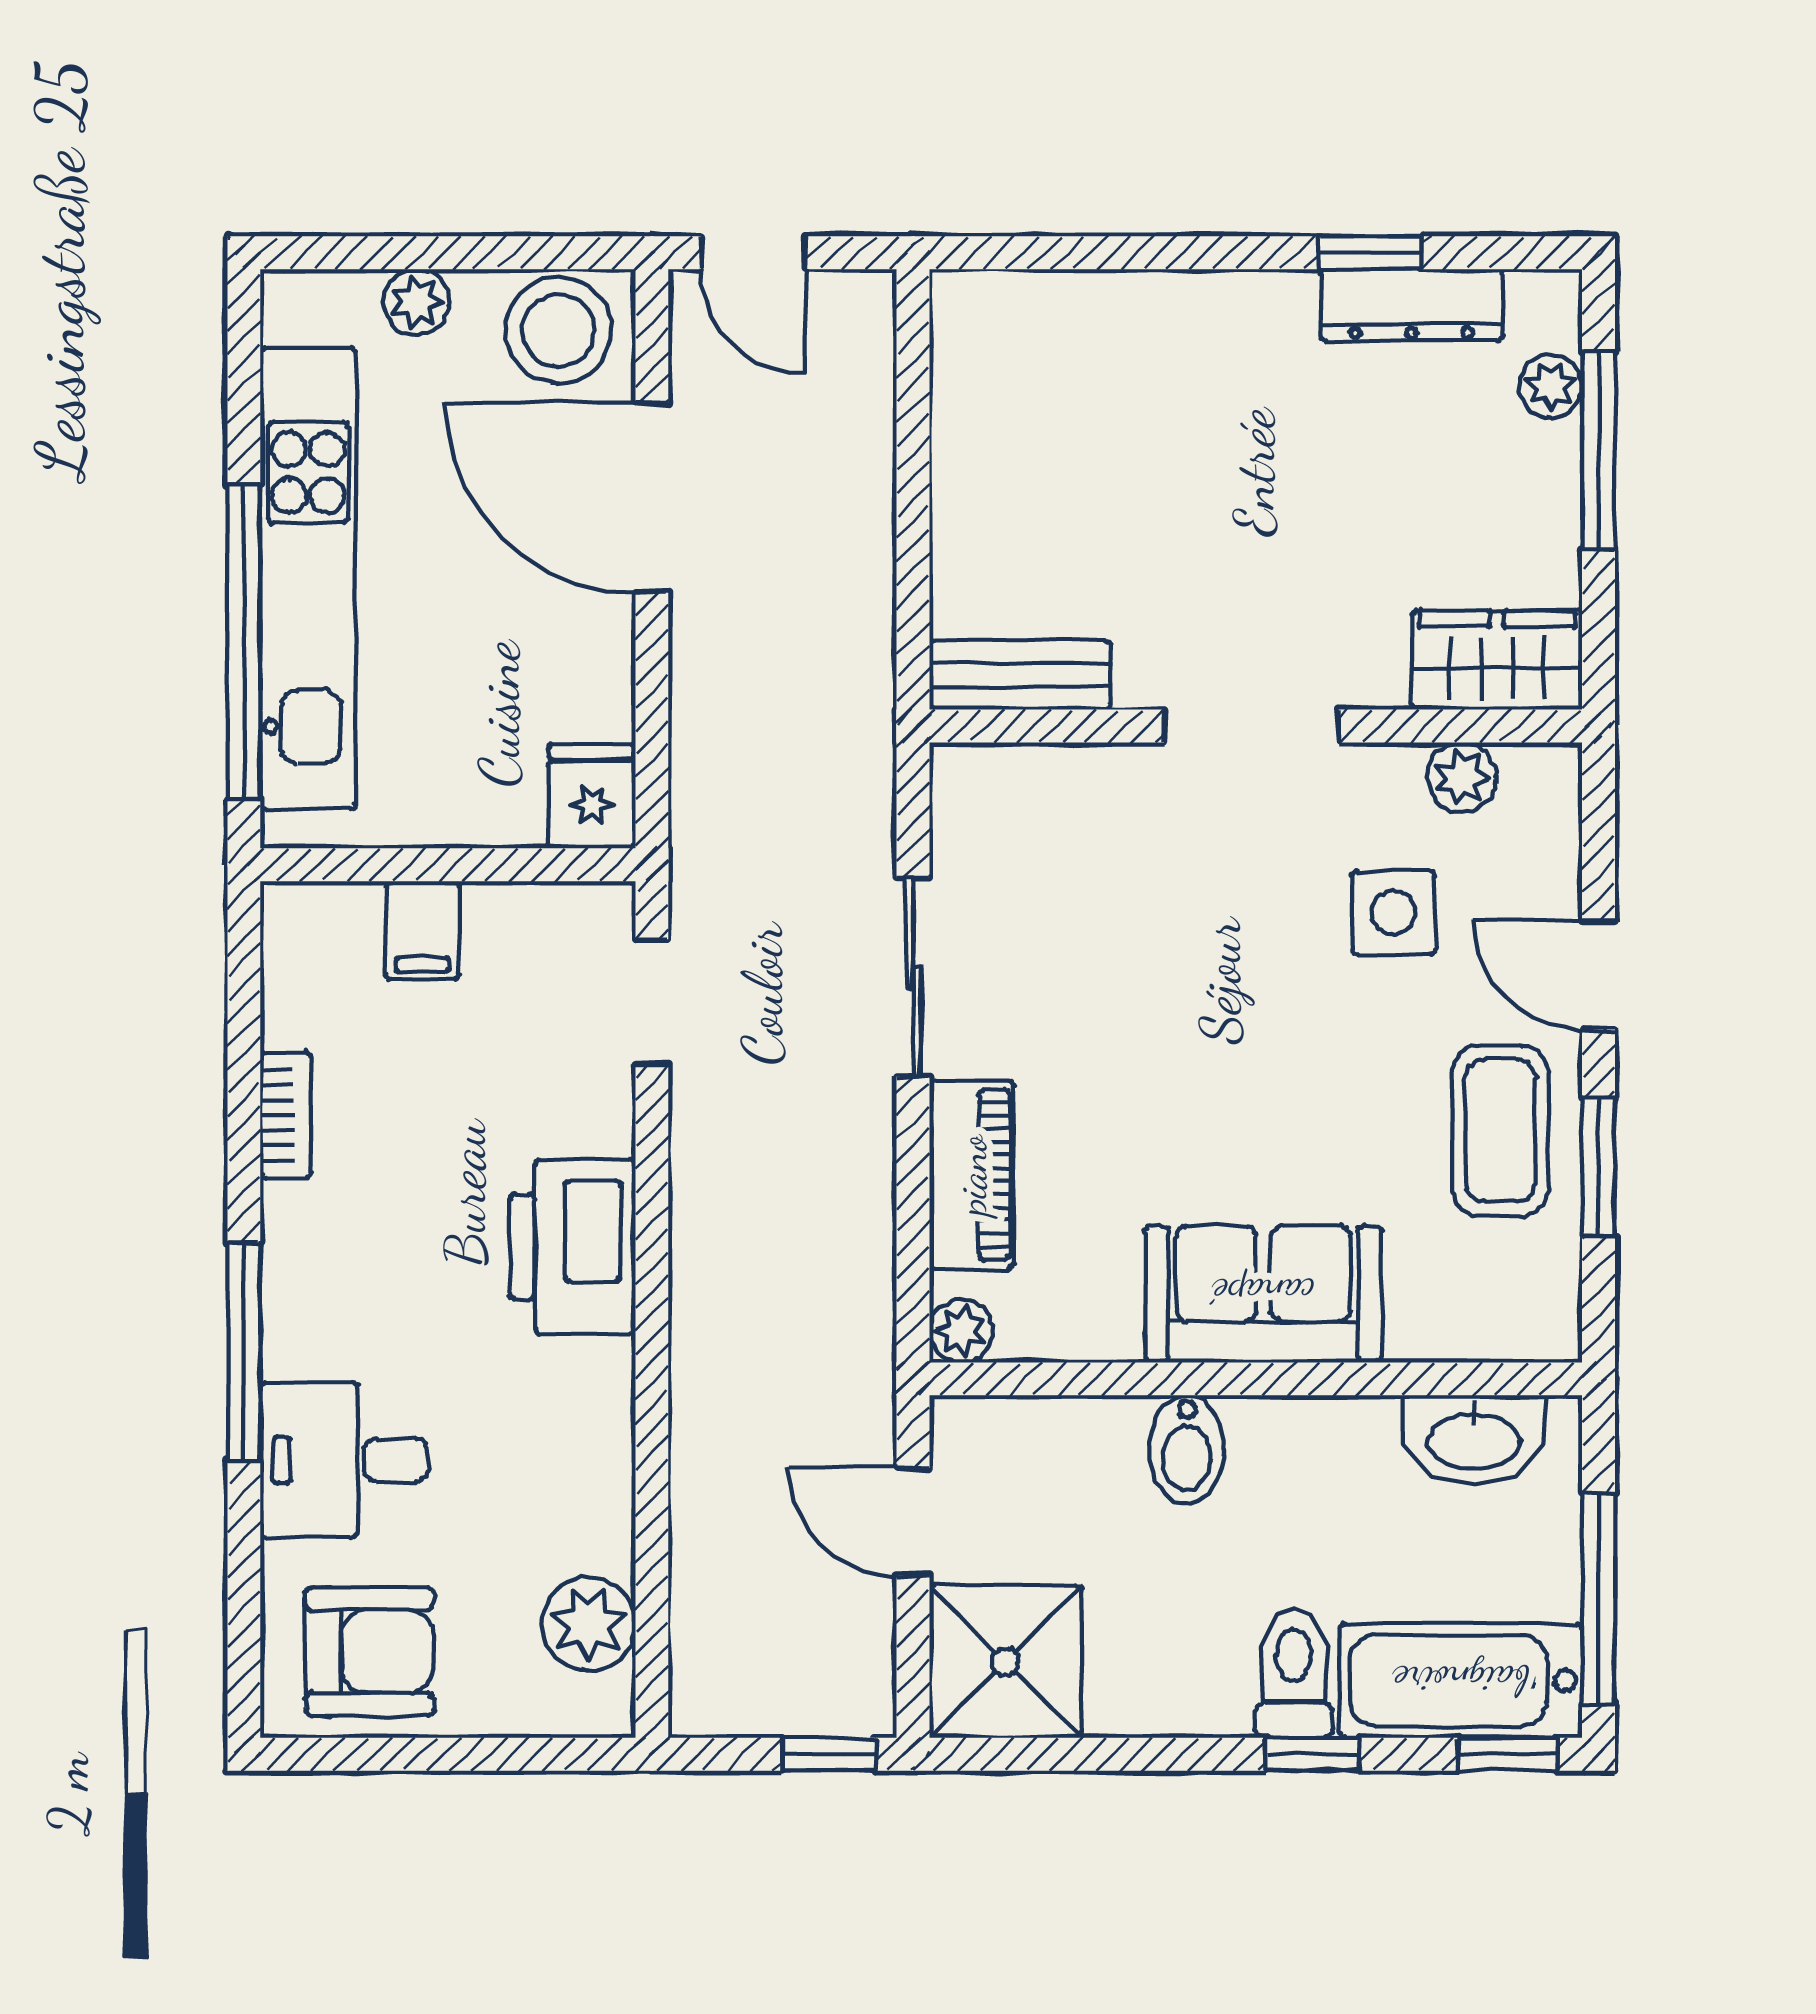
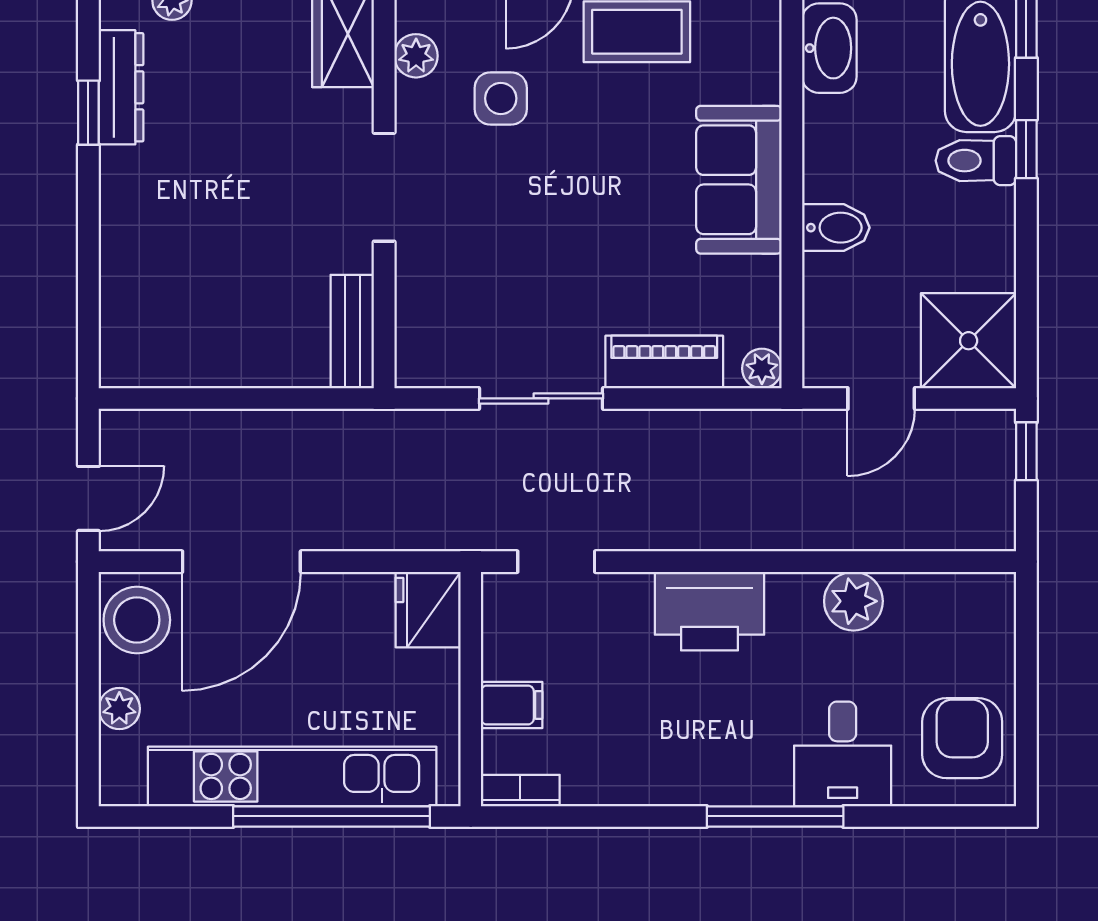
fridge: (592, 796) -> (428, 610), width x1.38
bookcase: (285, 1115) -> (520, 791), moved
plant: (589, 1624) -> (853, 601), moved

